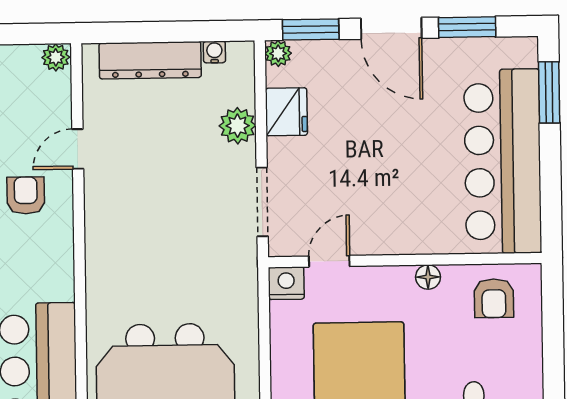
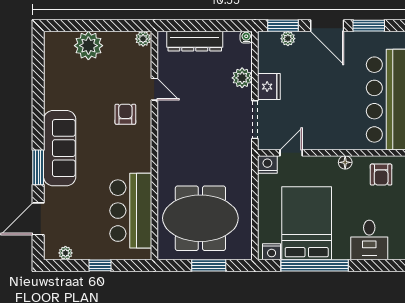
water cooler: (214, 52) -> (246, 37), moved
plant: (278, 53) -> (288, 39), moved
fridge: (286, 112) -> (269, 87), moved
door: (78, 149) -> (154, 89), swing flipped

